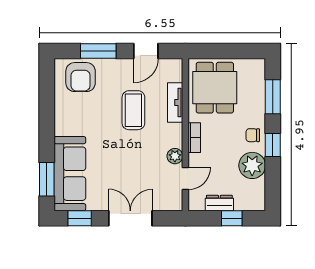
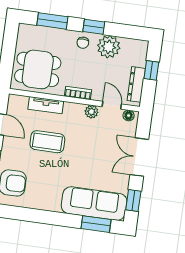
floor lamp: (176, 199) -> (129, 116), added
dresser: (219, 203) -> (136, 84), width x1.44

